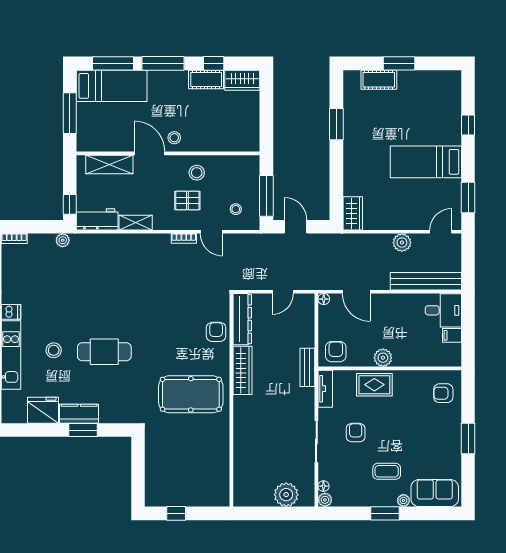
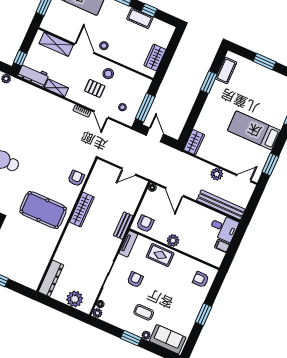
wardrobe: (242, 80) -> (155, 57), moved, turned 90
cot: (379, 80) -> (226, 70), moved, turned 90
dresser: (242, 319) -> (51, 278), moved

